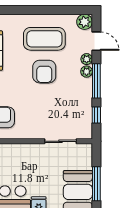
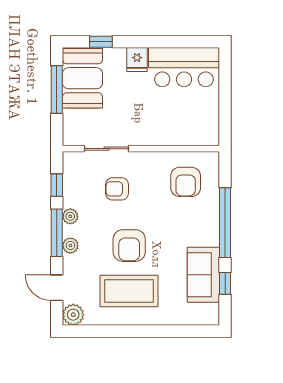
plant: (87, 59) -> (70, 216), moved
armchair: (44, 72) -> (129, 246), turned 180
armchair: (53, 112) -> (117, 189), added

